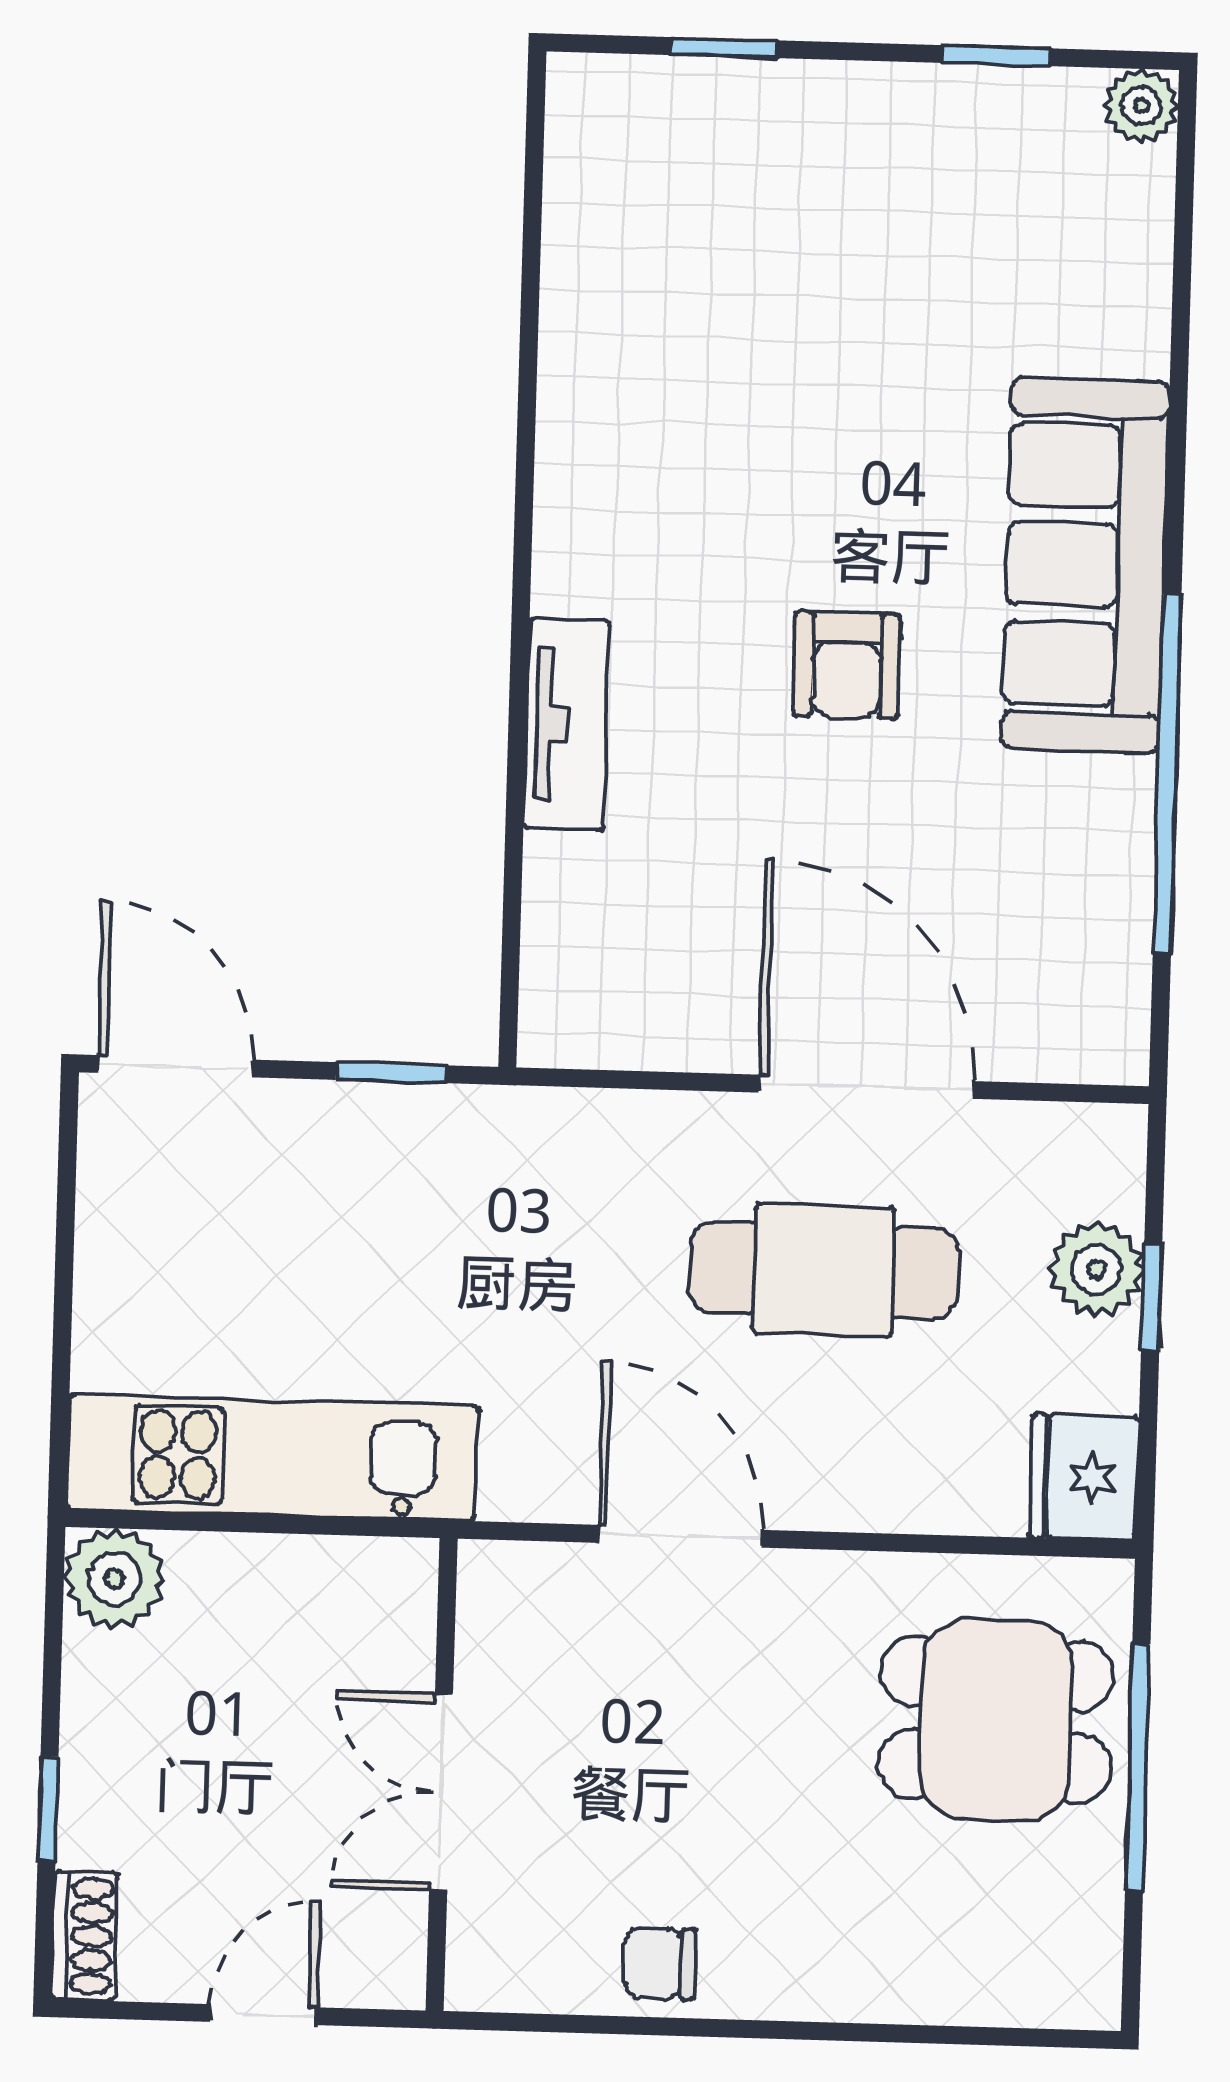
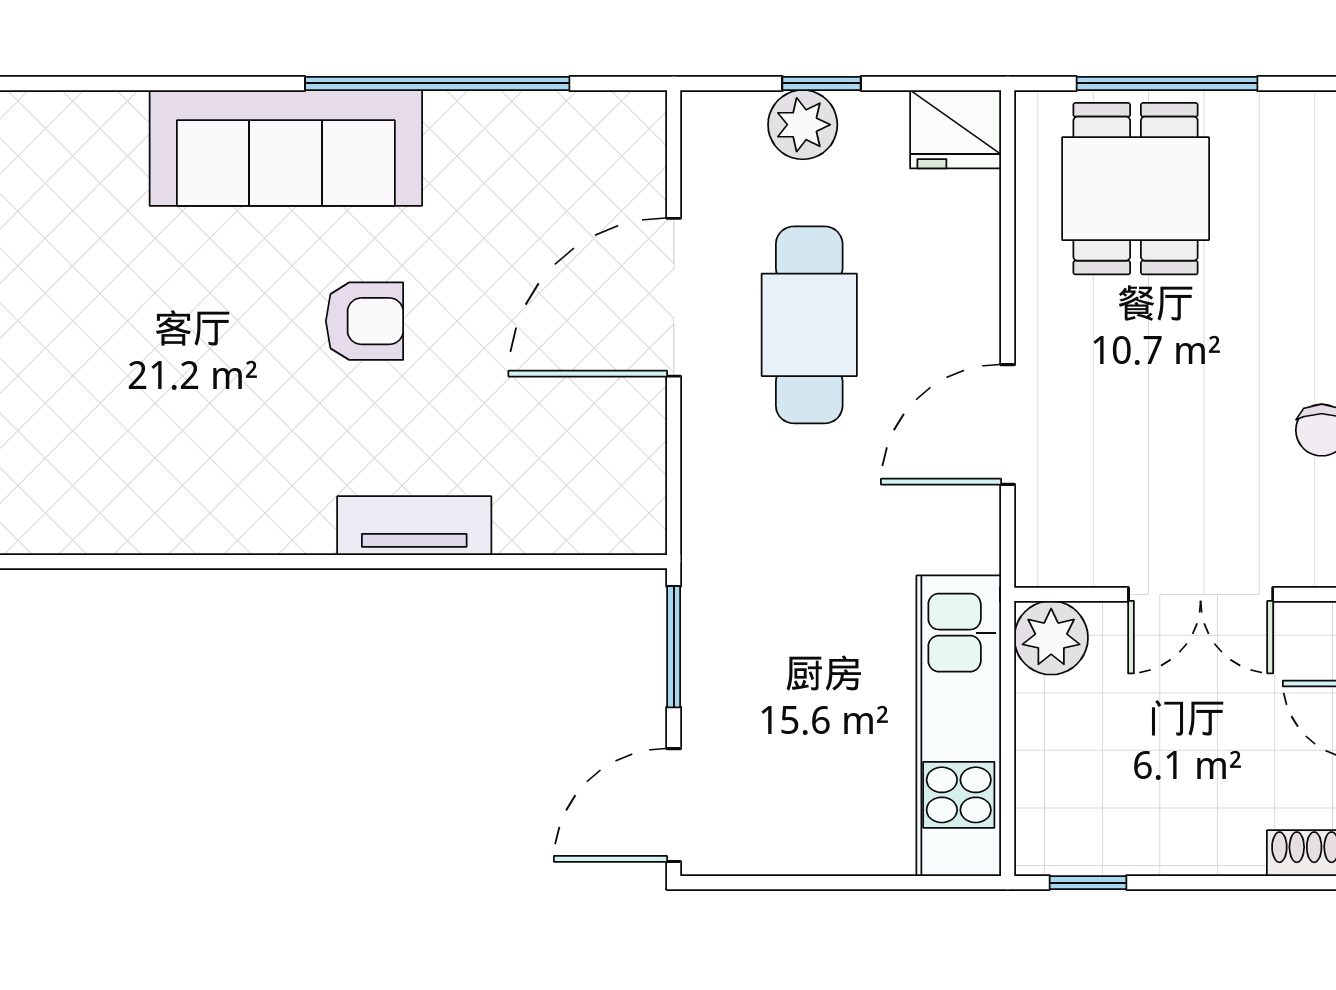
window: (391, 1073) -> (674, 647), width x1.50
plant: (114, 1579) -> (1051, 638), moved
window: (48, 1809) -> (1088, 883), moved

